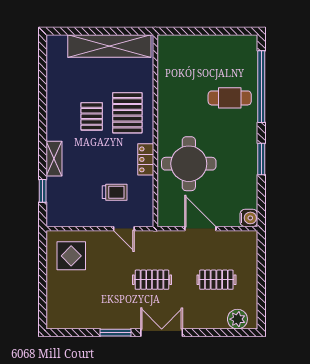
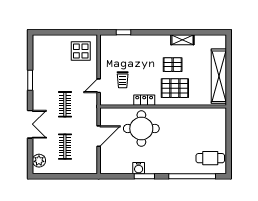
cafe table: (230, 98) -> (210, 158), moved, turned 90
shelving: (54, 159) -> (182, 40), moved
water cooler: (249, 218) -> (139, 168), moved
double door: (162, 333) -> (30, 124), moved

